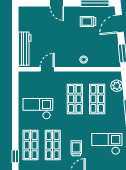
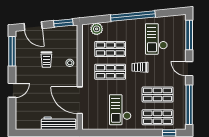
trolley: (88, 22) -> (46, 60), moved
door: (47, 69) -> (80, 100), width x1.87
trolley: (76, 148) -> (140, 67), moved

